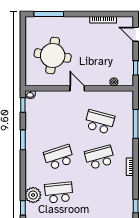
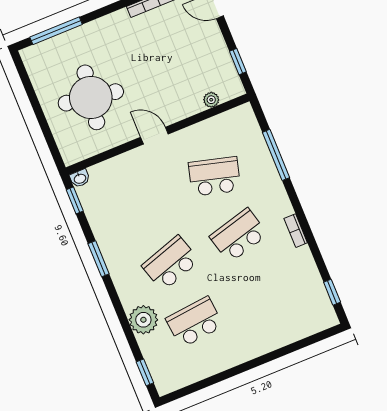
plant: (33, 195) -> (143, 320), moved

